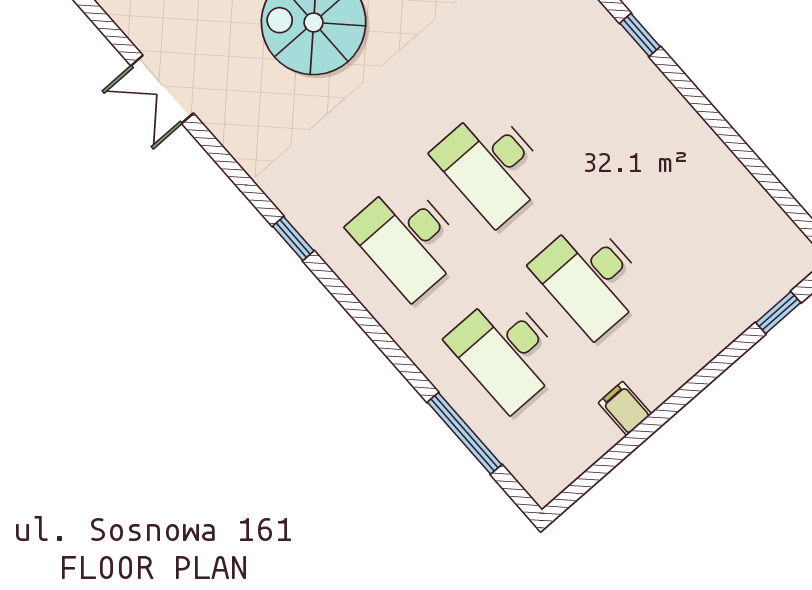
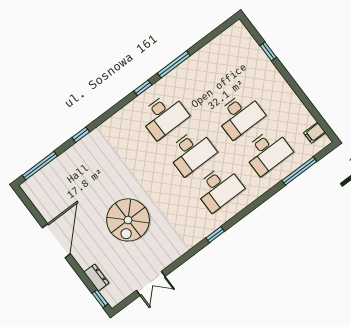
desk: (576, 91) -> (164, 116), added
window: (703, 107) -> (174, 64), added
window: (778, 313) -> (268, 51), moved
filing cabinet: (625, 408) -> (315, 133), moved

